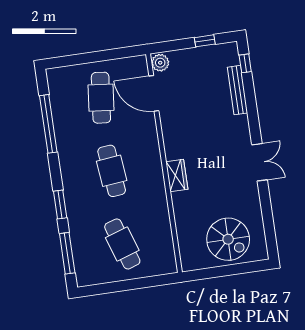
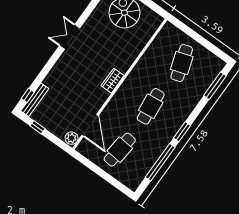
bench: (237, 90) -> (35, 100), moved
wardrobe: (177, 175) -> (113, 81), moved
window: (60, 205) -> (182, 132), moved

